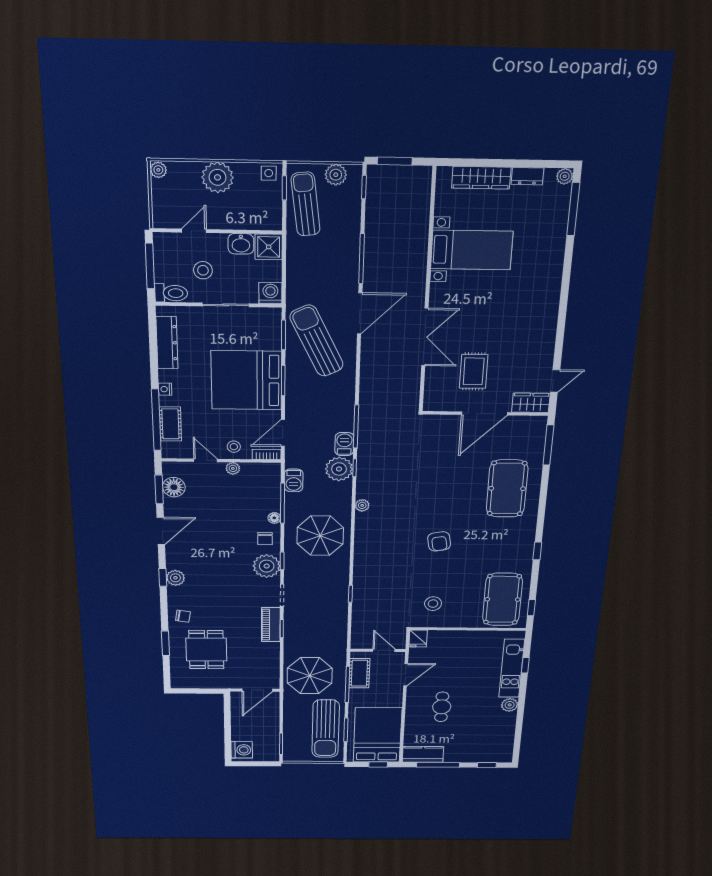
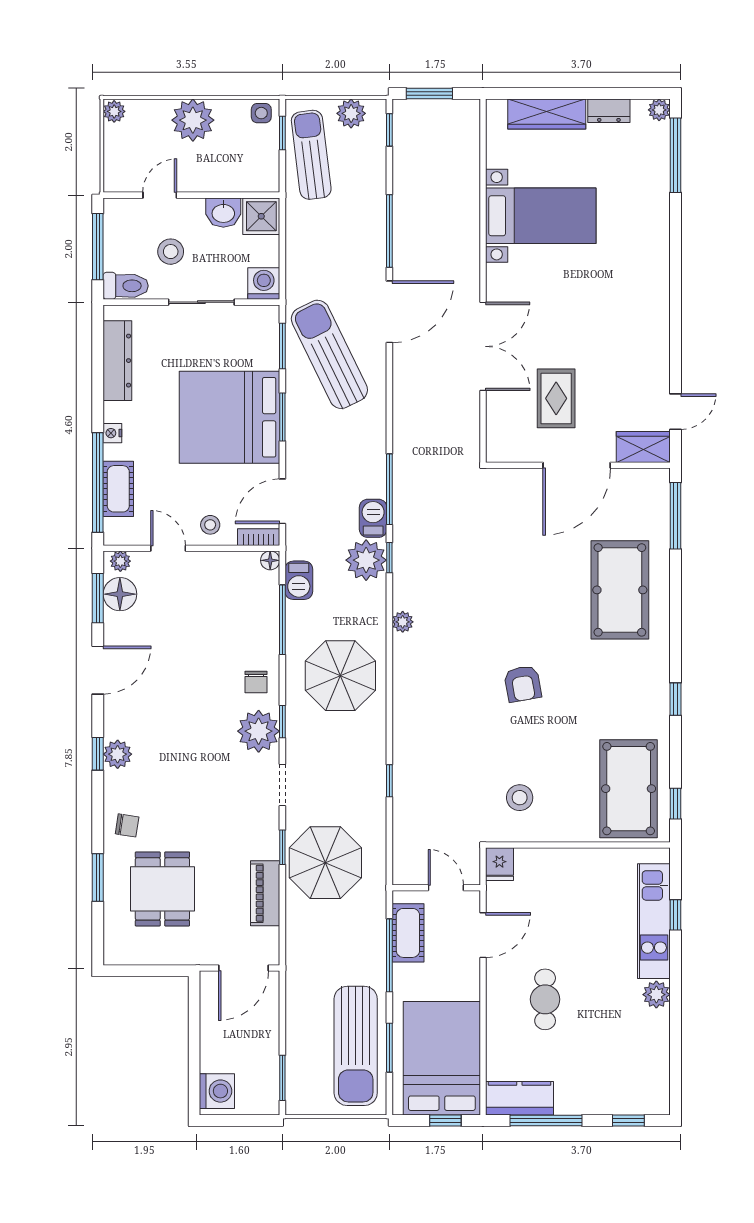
plant: (233, 468) -> (120, 561), moved
floor lamp: (274, 518) -> (270, 560), moved
piano: (271, 625) -> (265, 893), moved
parasol: (310, 676) -> (325, 863), moved

